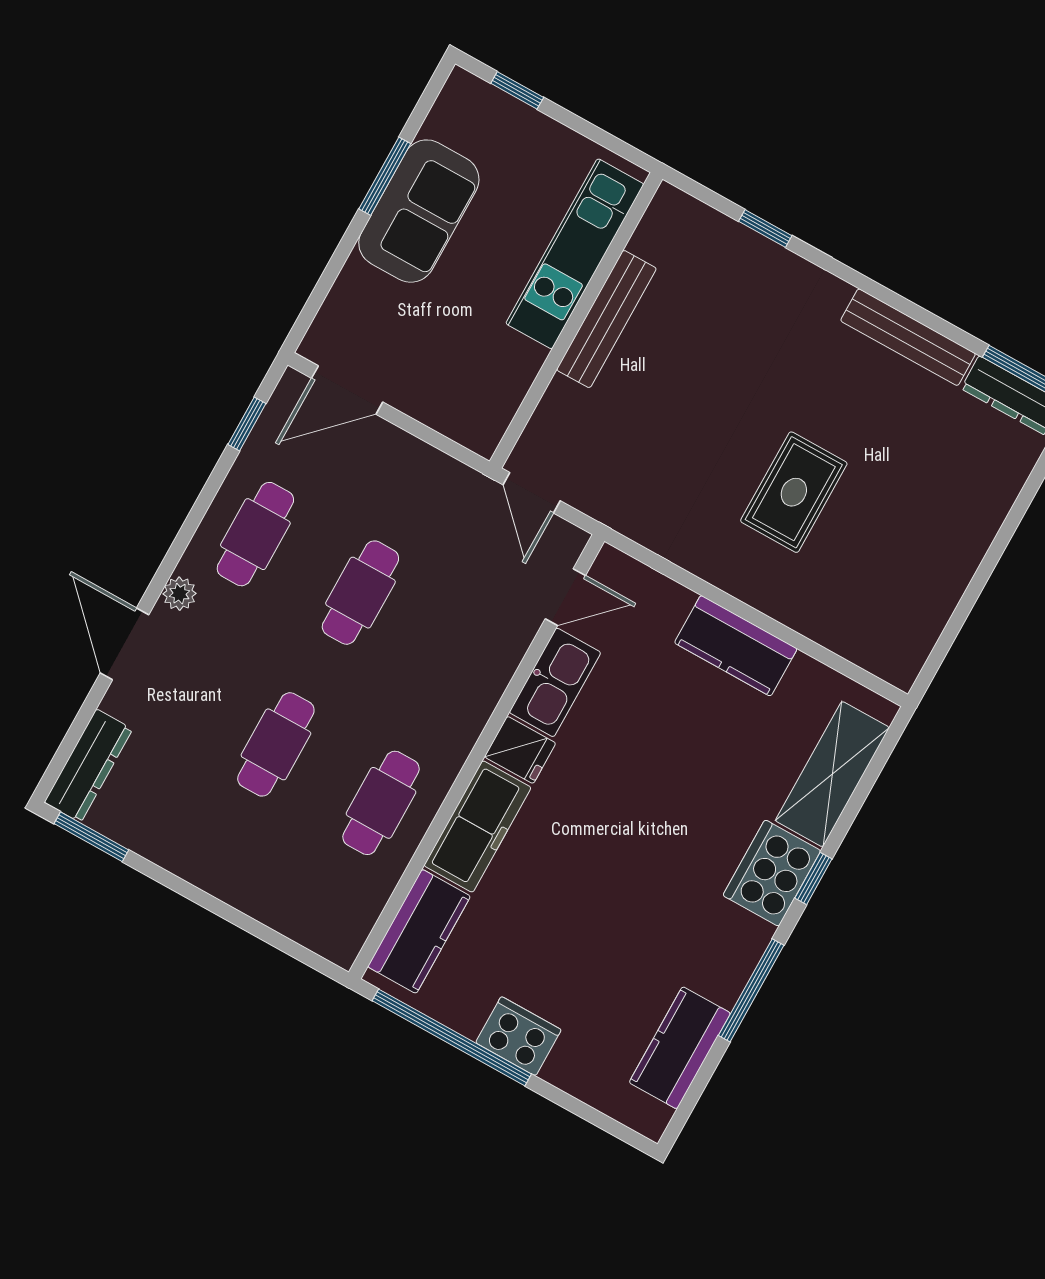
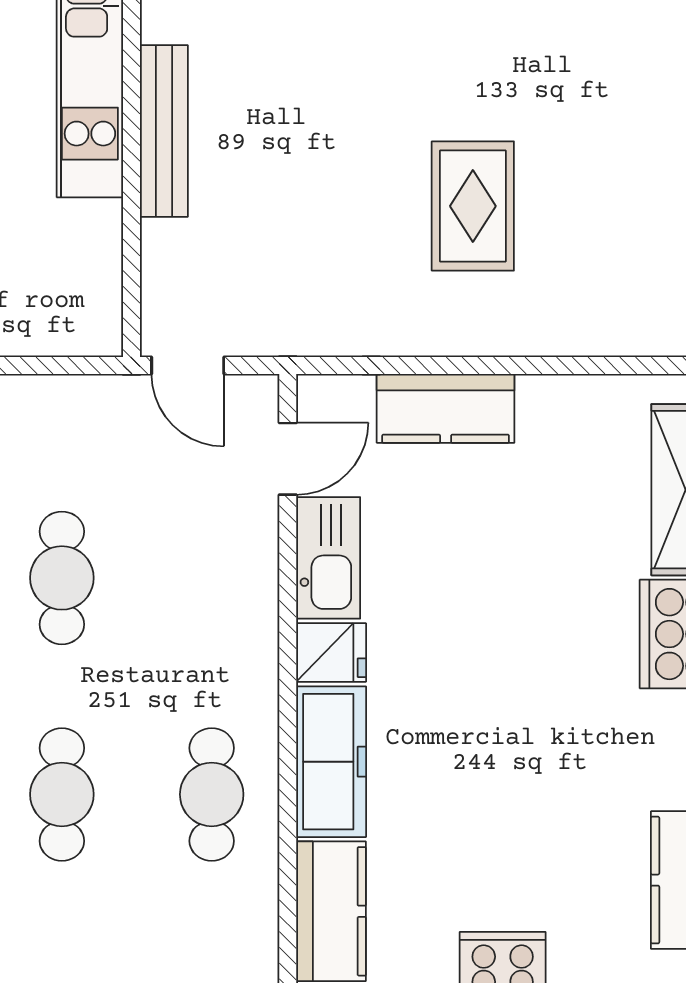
kitchen counter: (736, 646) -> (446, 408), moved

